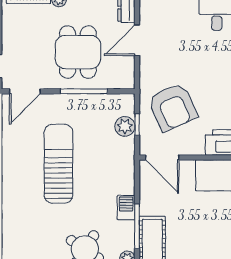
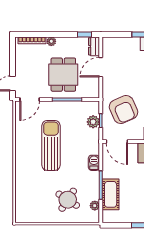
barbecue: (126, 208) -> (94, 163), moved

